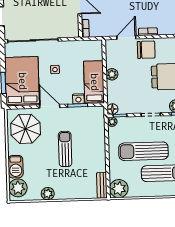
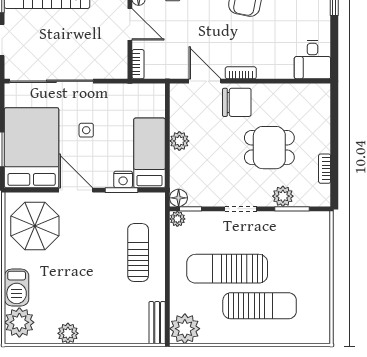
door: (126, 37) -> (205, 81), hinge flipped
sun lounger: (65, 149) -> (138, 253), moved

